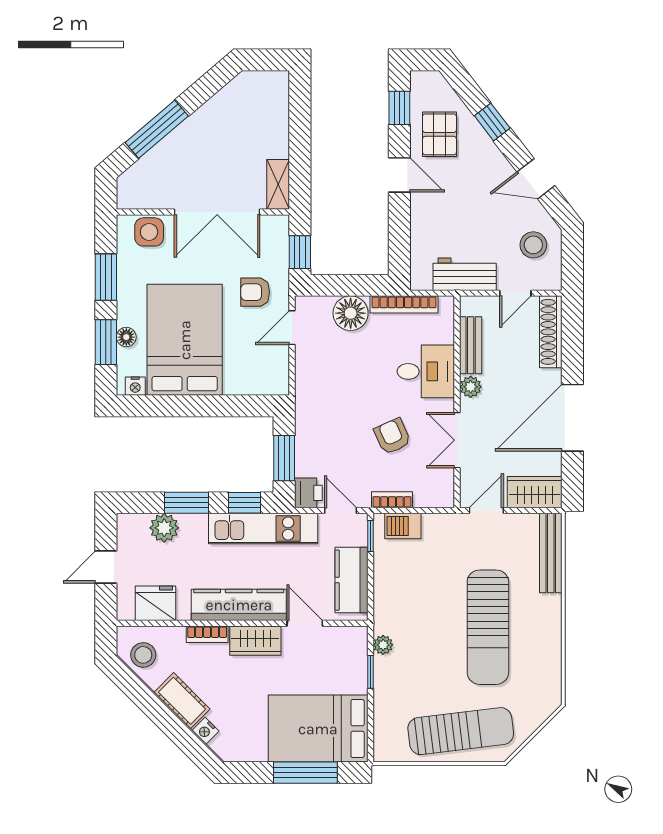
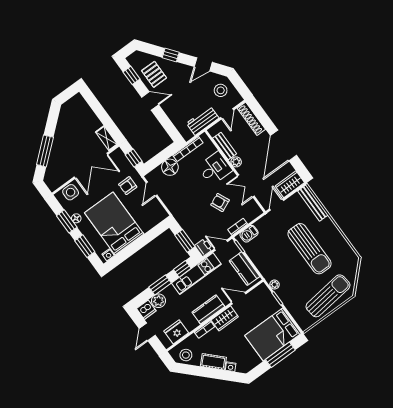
floor lamp: (126, 337) -> (76, 218), moved
dishwasher: (132, 528) -> (146, 310), added
kitchen counter: (239, 605) -> (208, 309), width x0.67

